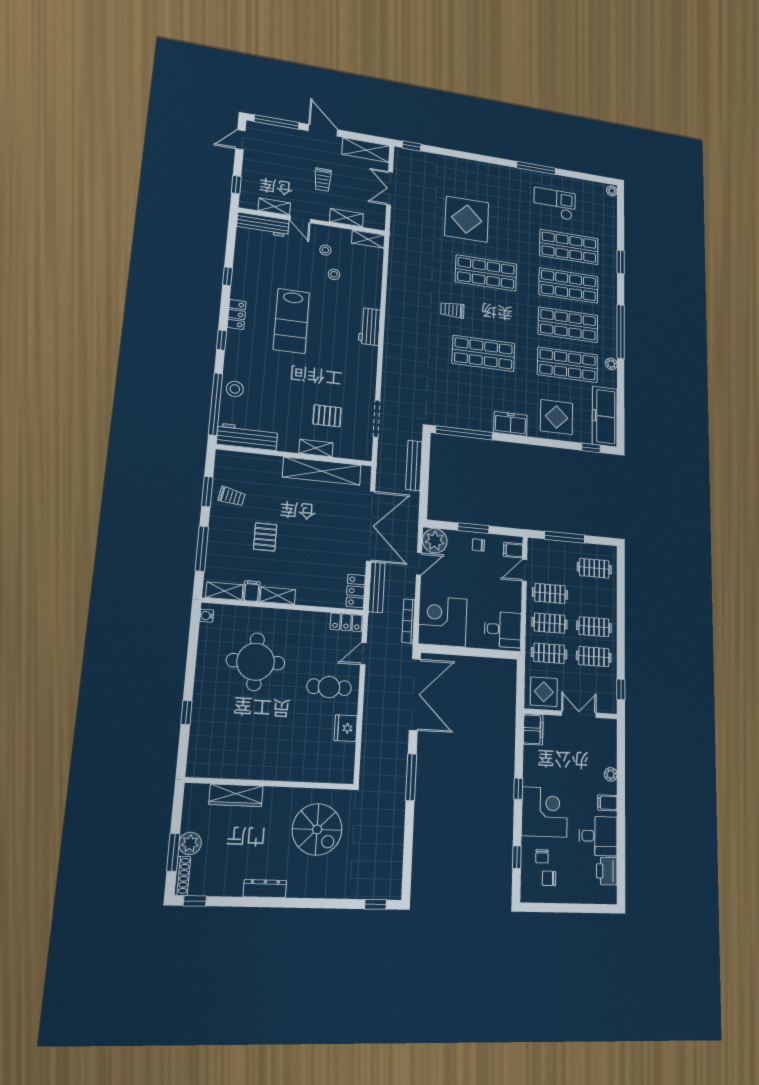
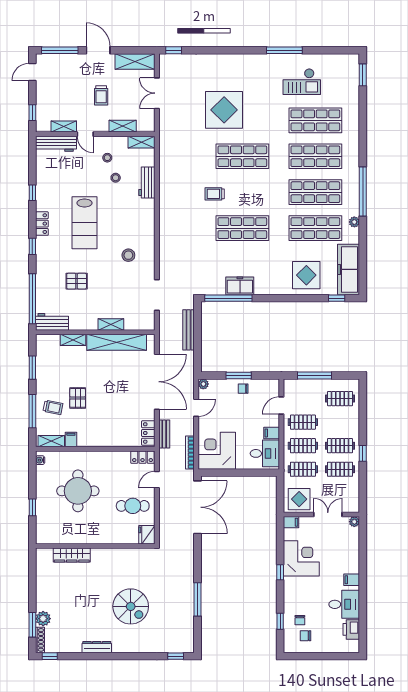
plant: (612, 191) -> (355, 60), removed
checkout: (555, 204) -> (302, 82), turned 180
window: (621, 262) -> (363, 75), moved
workbench: (369, 326) -> (147, 183), moved
stool: (235, 389) -> (128, 255), moved
pallet: (327, 416) -> (77, 281), moved
freezer: (510, 424) -> (240, 286), moved
workbench: (247, 437) -> (52, 322), width x0.73
trolley: (232, 496) -> (53, 407), moved
plant: (435, 541) -> (203, 384), width x0.53, depth x0.53
filing cabinet: (513, 550) -> (272, 433), moved
bench: (377, 587) -> (164, 434), width x0.73
shelving: (278, 596) -> (73, 340), moved
window: (621, 689) -> (363, 453), moved
window: (186, 713) -> (32, 507), moved
filing cabinet: (533, 729) -> (291, 522), width x0.50
plant: (611, 774) -> (354, 522), moved
window: (411, 777) -> (198, 599), moved
wall: (270, 783) -> (95, 546), moved
wardrobe: (236, 795) -> (72, 555), moved
corner desk: (545, 812) -> (301, 558), moved

